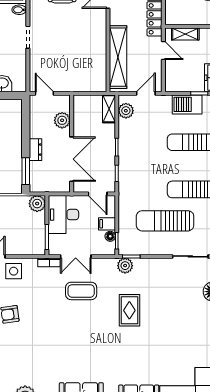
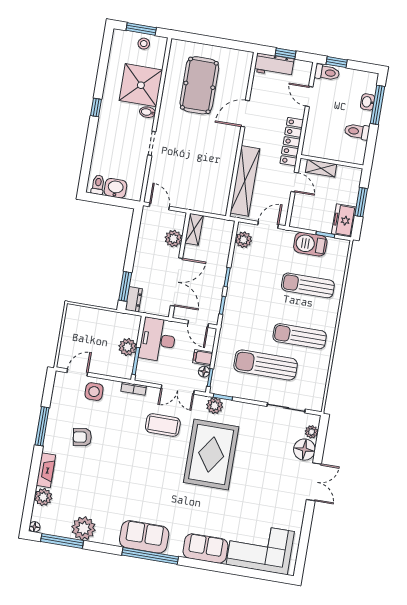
shelving: (109, 109) -> (194, 229), moved
dresser: (36, 150) -> (134, 299), moved
plant: (37, 204) -> (128, 347), moved
double door: (76, 256) -> (178, 389), moved
rug: (129, 310) -> (211, 455), width x1.86, depth x2.06

